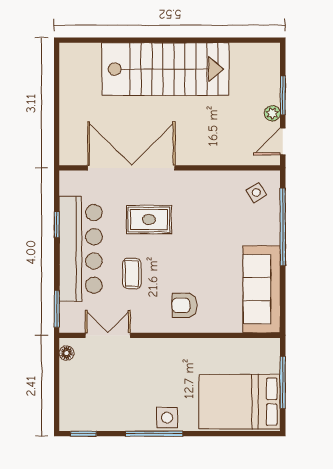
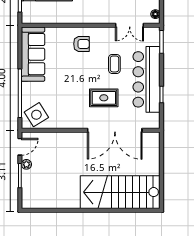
stairs: (165, 69) -> (120, 192), moved
side table: (256, 192) -> (36, 115), width x1.87, depth x1.87

